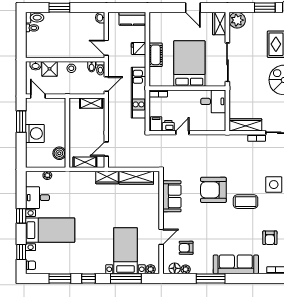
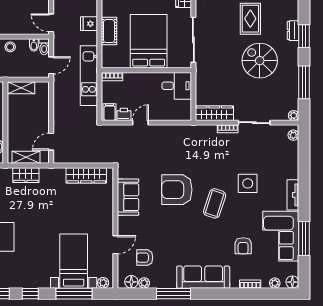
shelving: (91, 103) -> (21, 88), moved
wardrobe: (107, 177) -> (26, 175), moved
coffee table: (246, 202) -> (215, 203), turned -72

